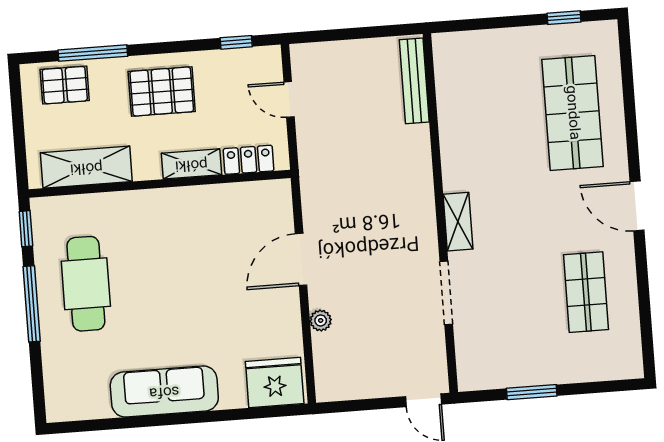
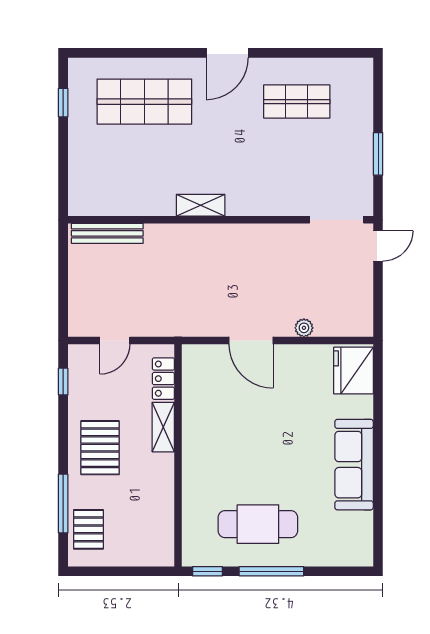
shelving: (86, 167) -> (159, 516), removed
shelving: (458, 222) -> (201, 205), moved
doorway: (446, 293) -> (337, 220), moved

